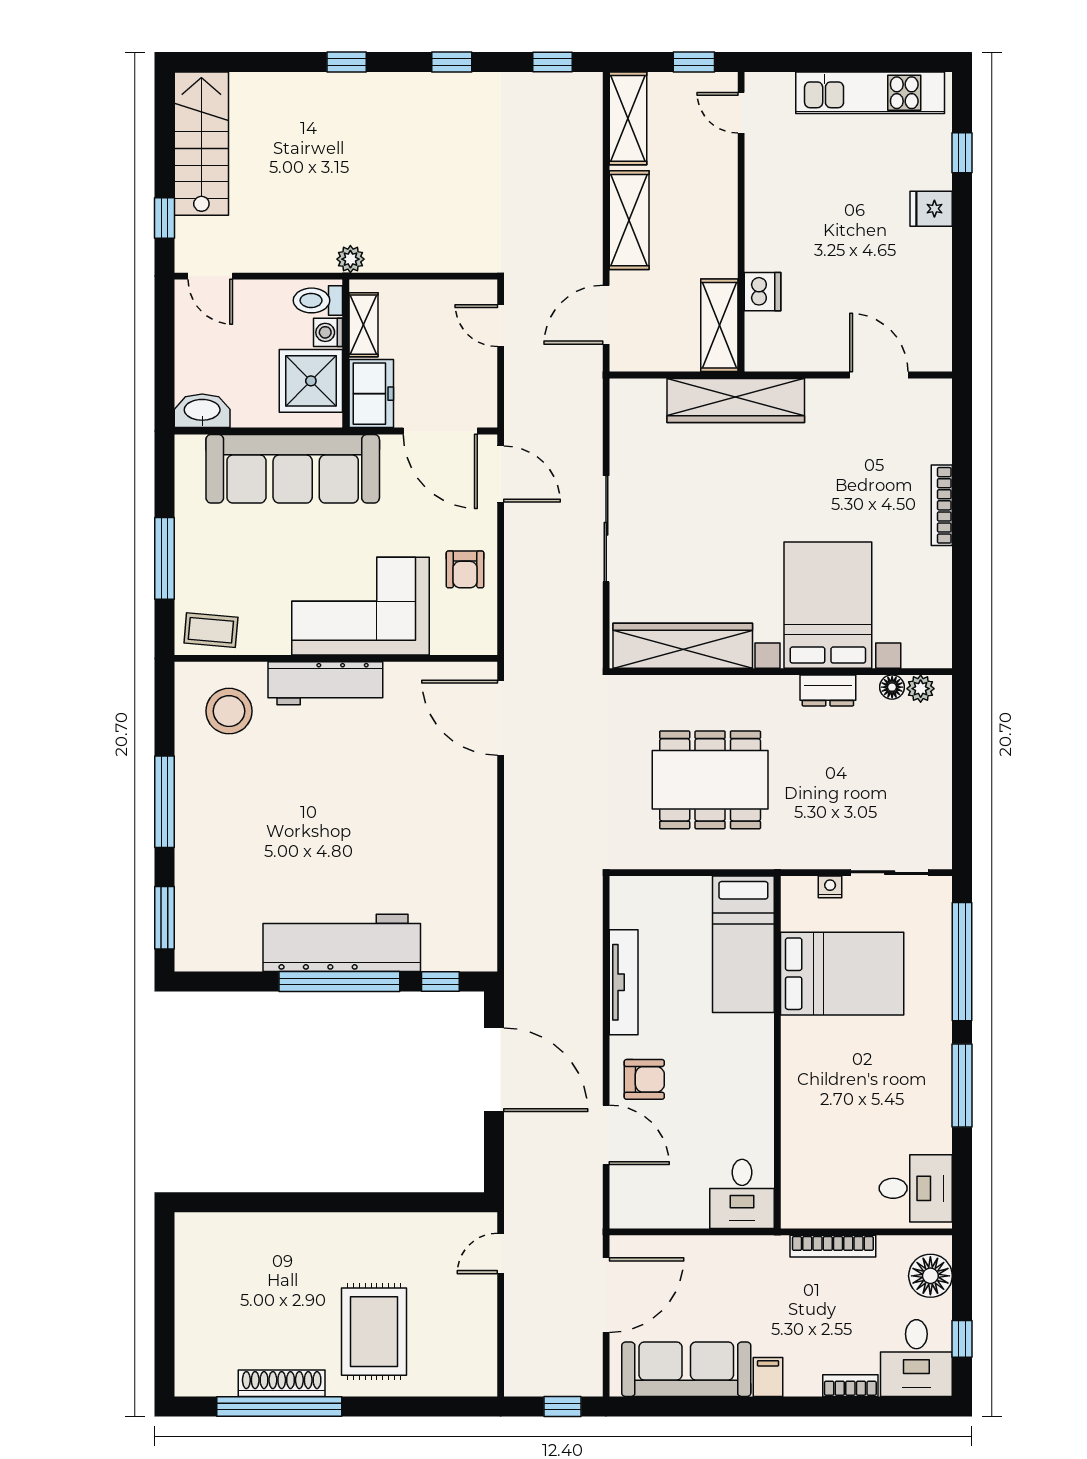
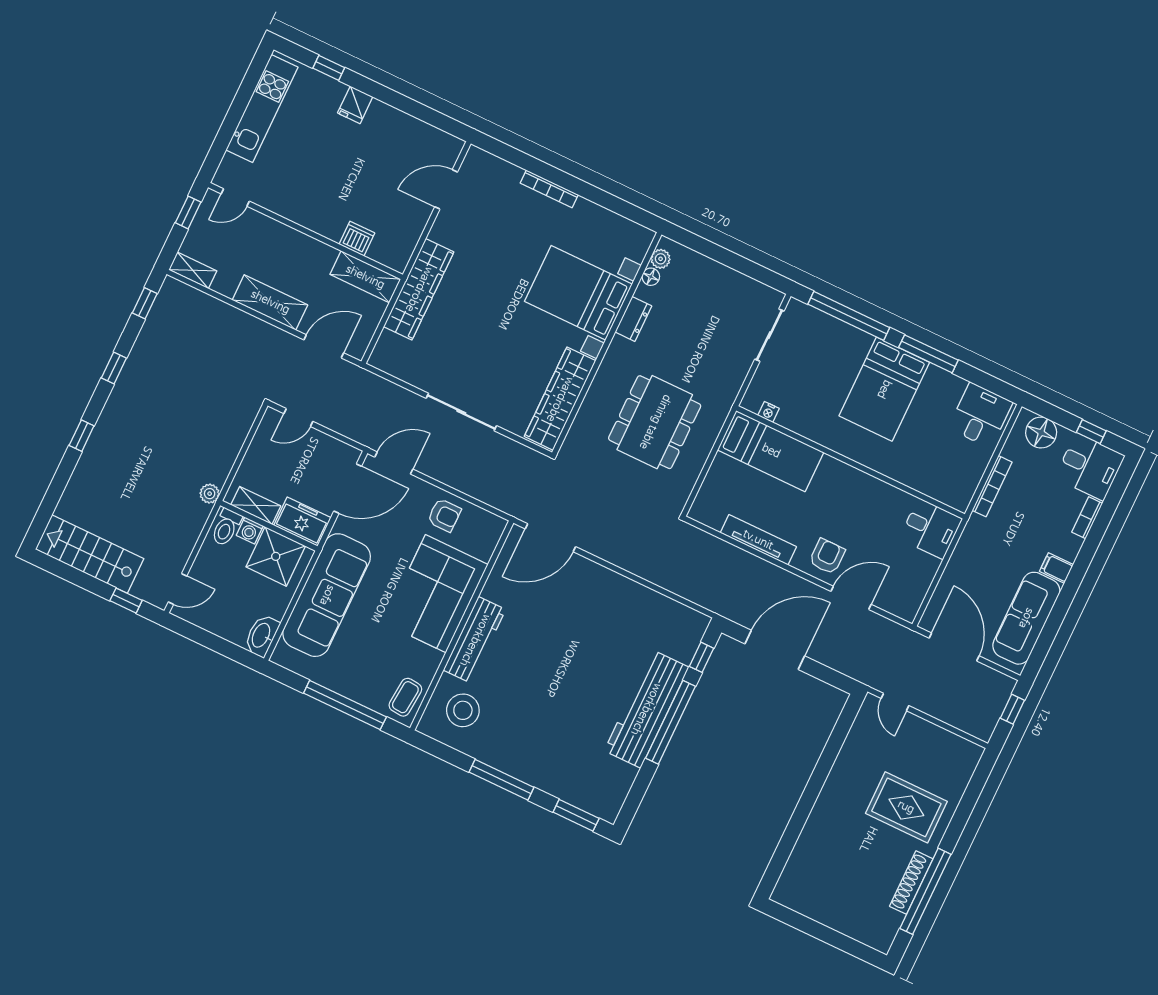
shelving: (628, 118) -> (193, 270), width x0.67, depth x0.75
door: (606, 315) -> (324, 346), swing flipped
window: (164, 558) -> (345, 705), width x1.46
nightstand: (830, 887) -> (768, 412), moved, turned -90
bed: (842, 974) -> (884, 389), moved, turned 180

